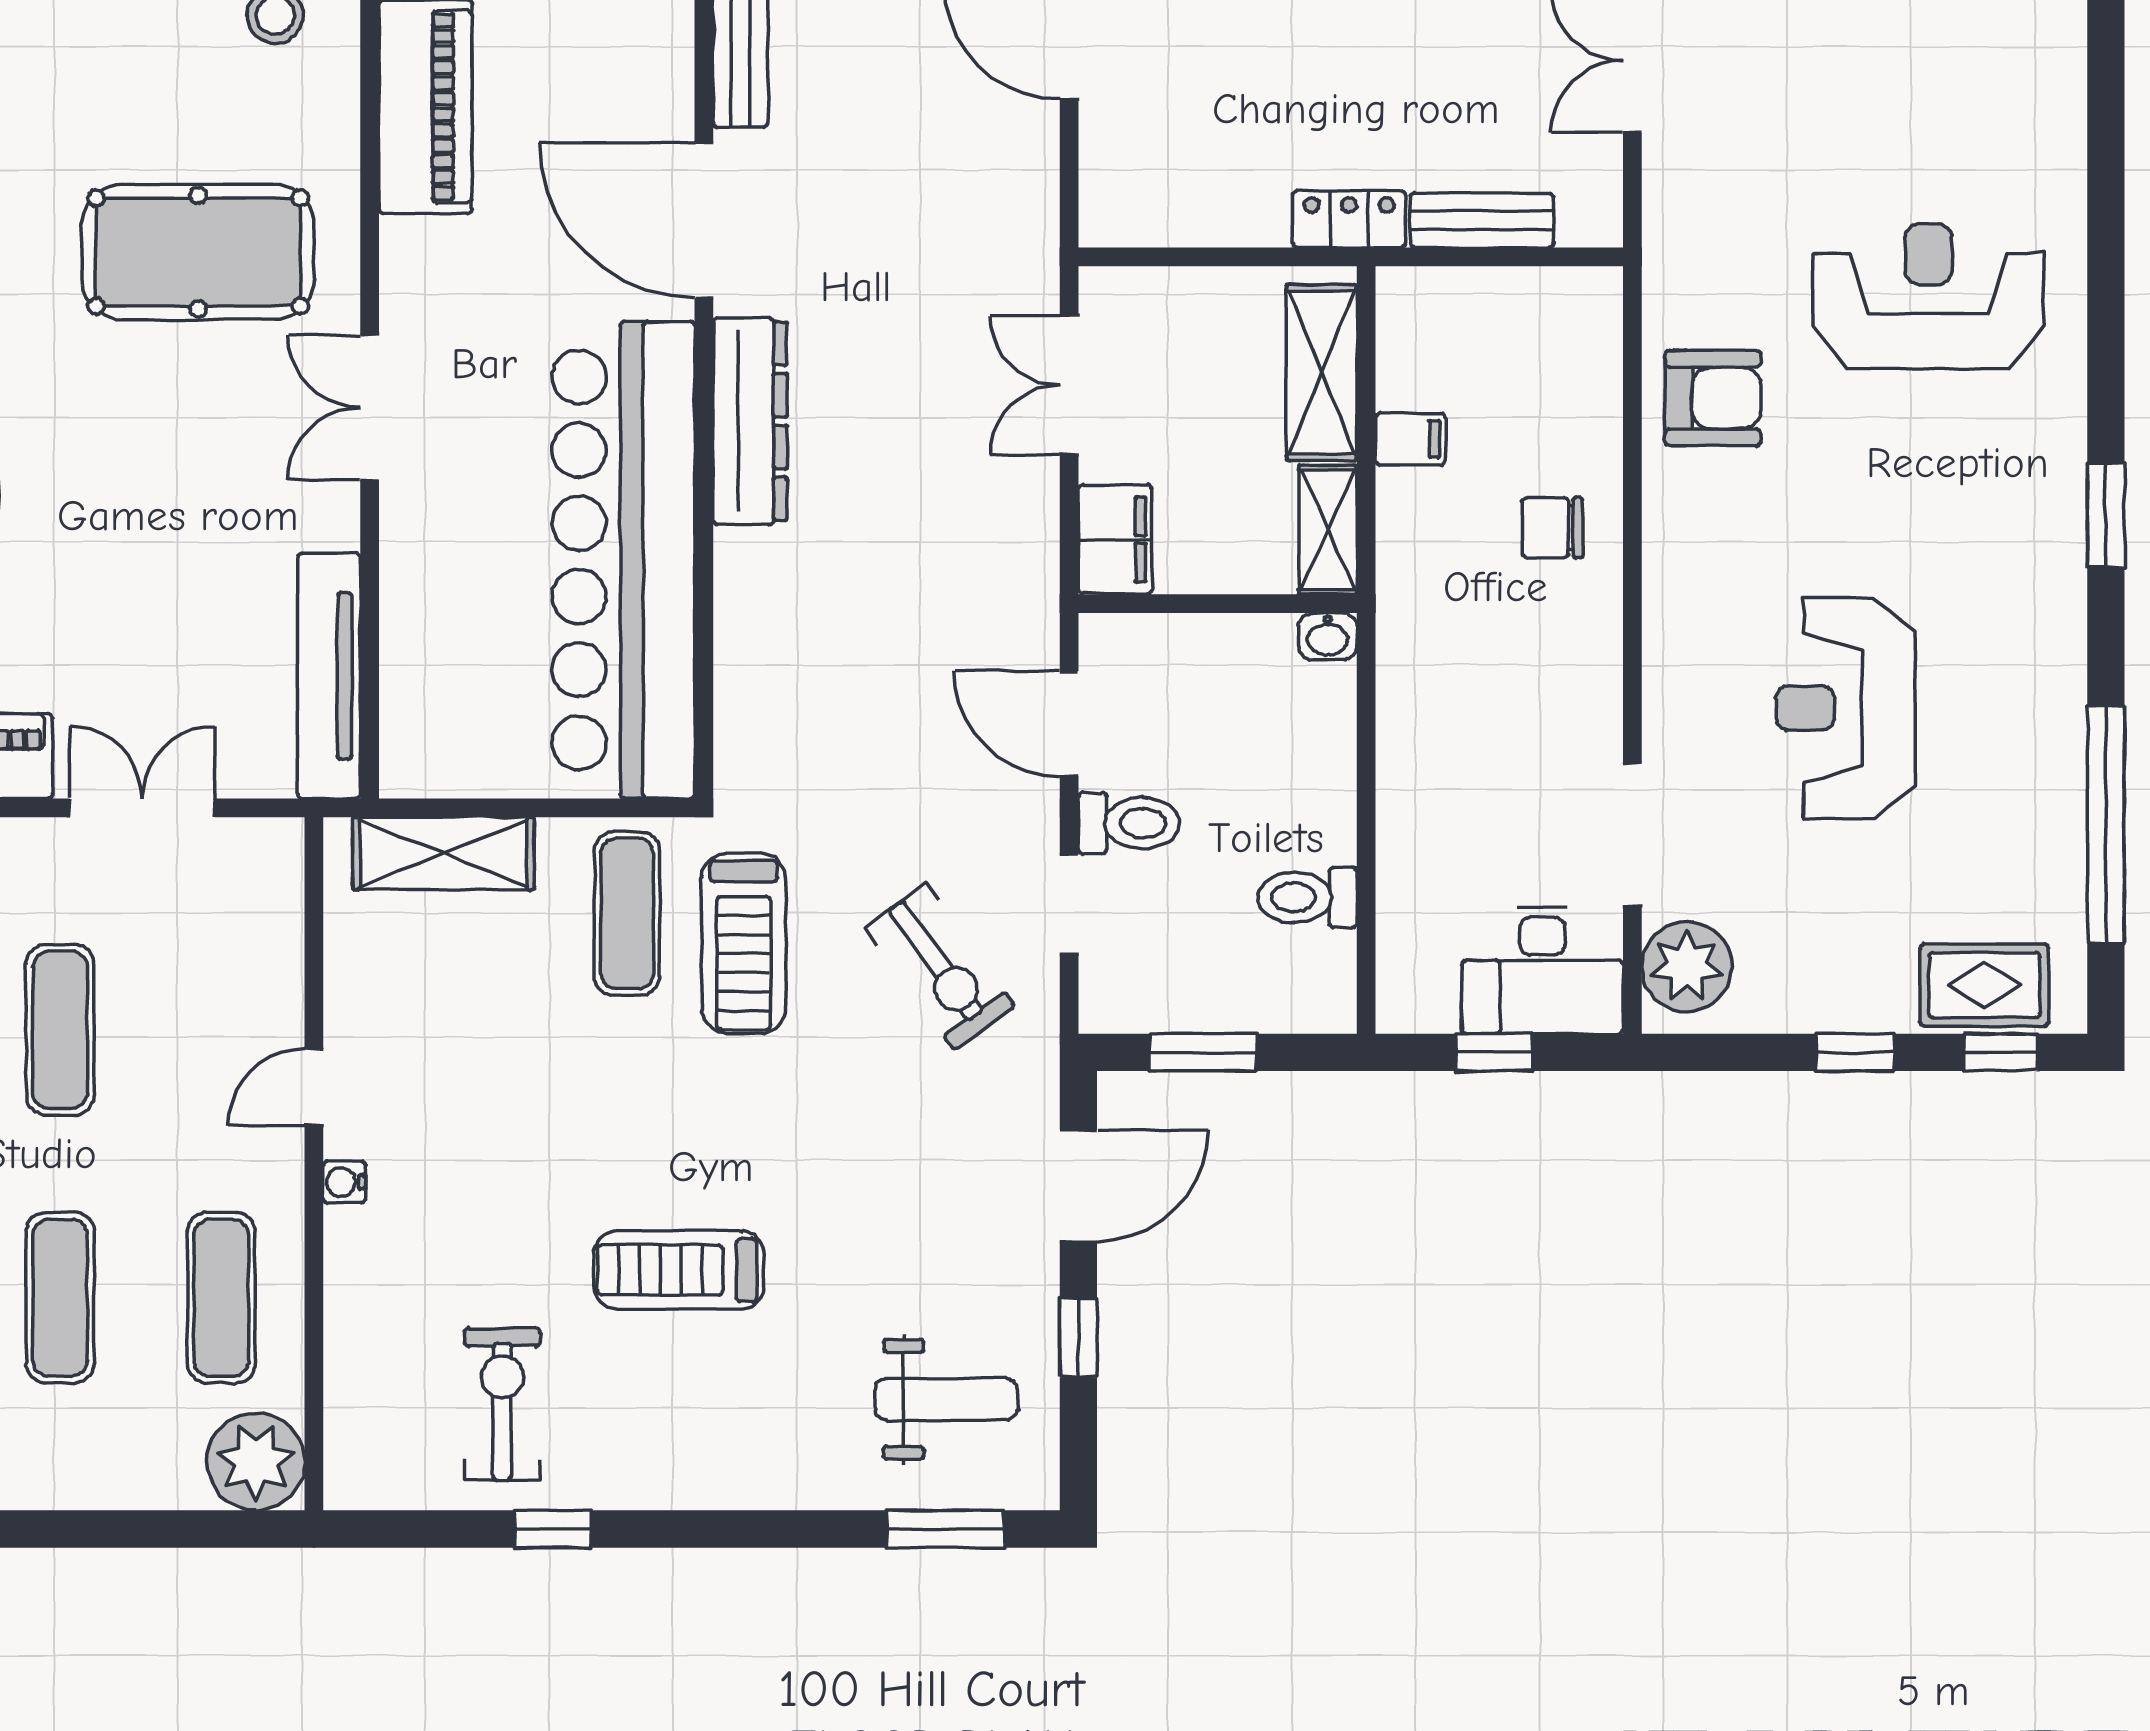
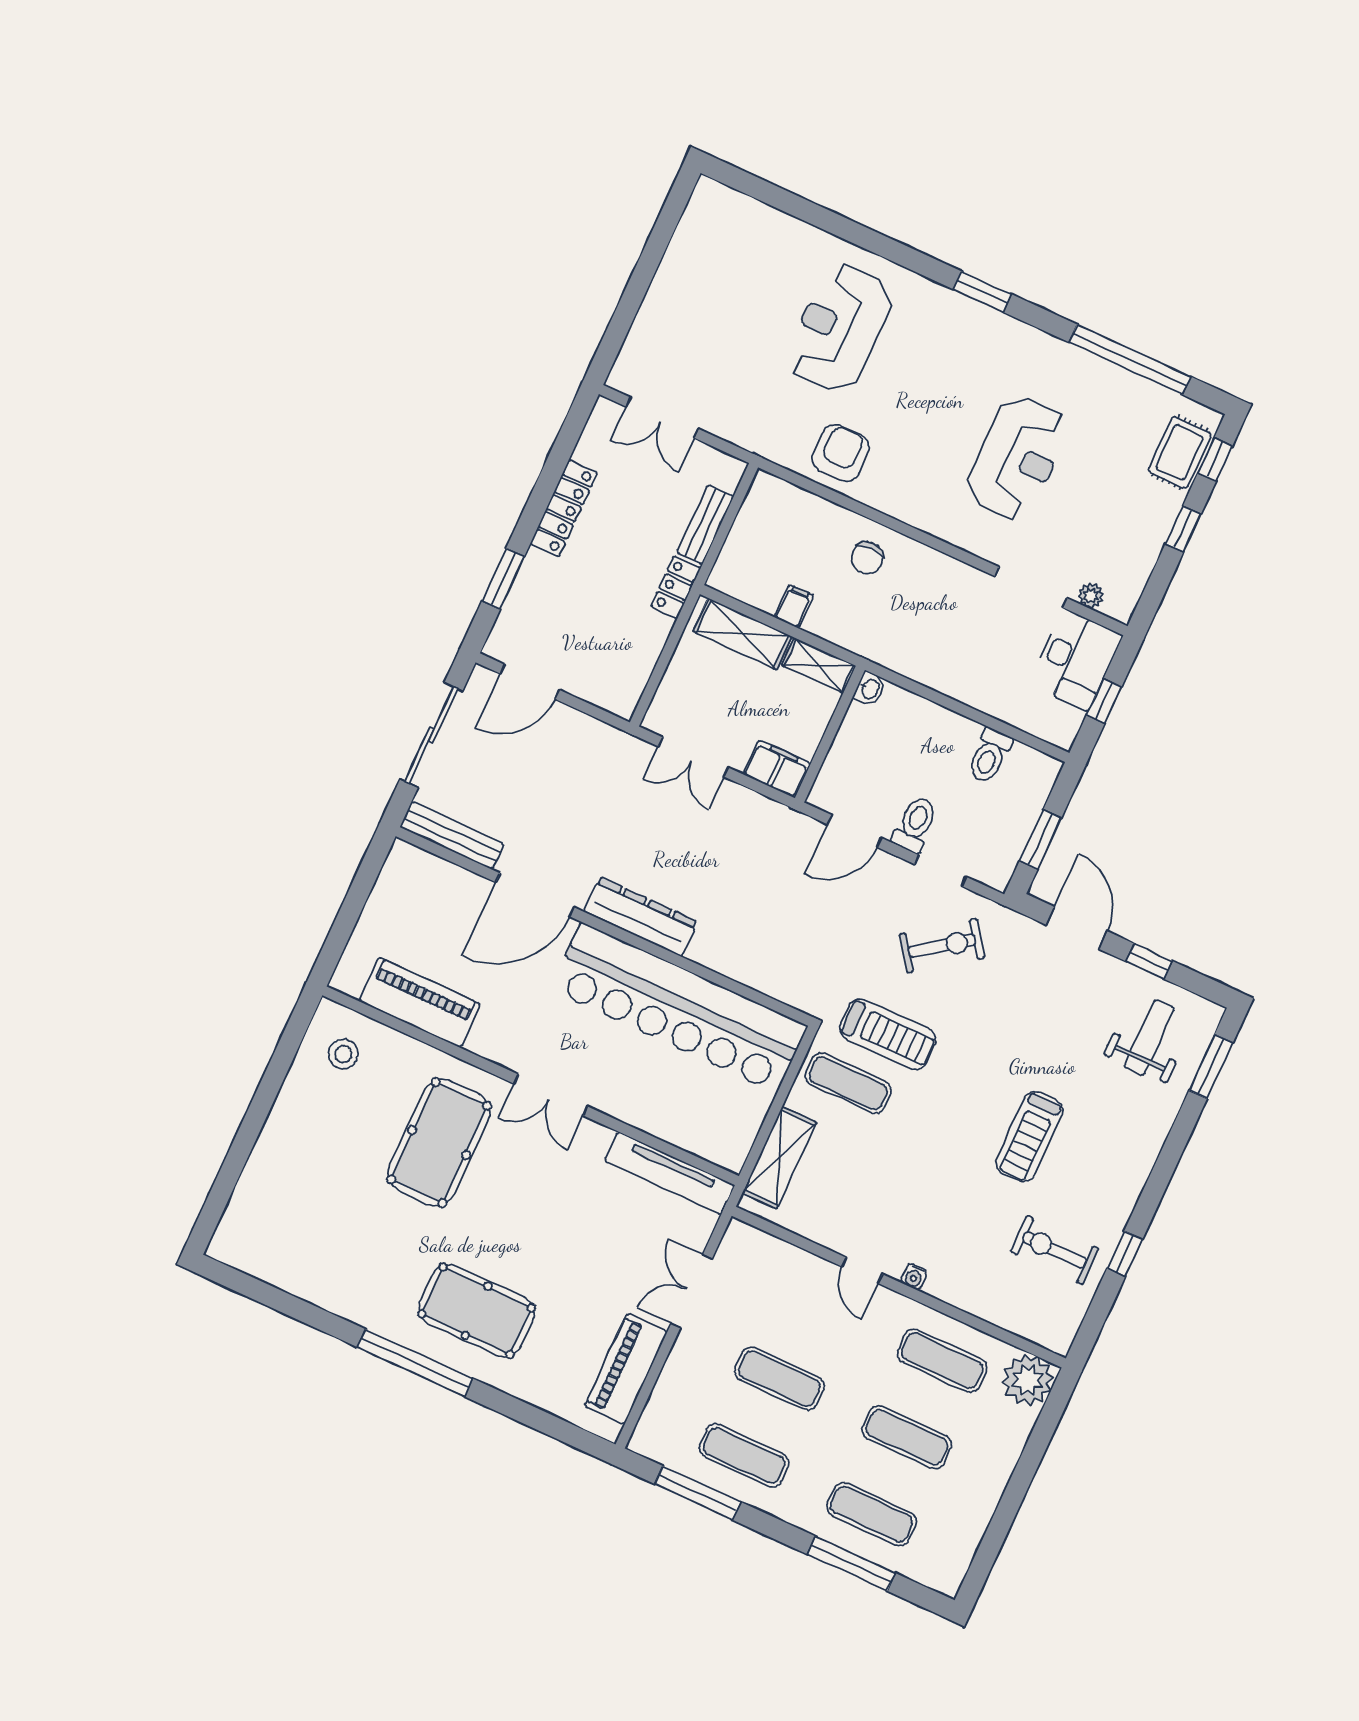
reception desk: (1845, 708) -> (1017, 458), turned -90
plant: (1687, 967) -> (1091, 596), width x0.53, depth x0.53

